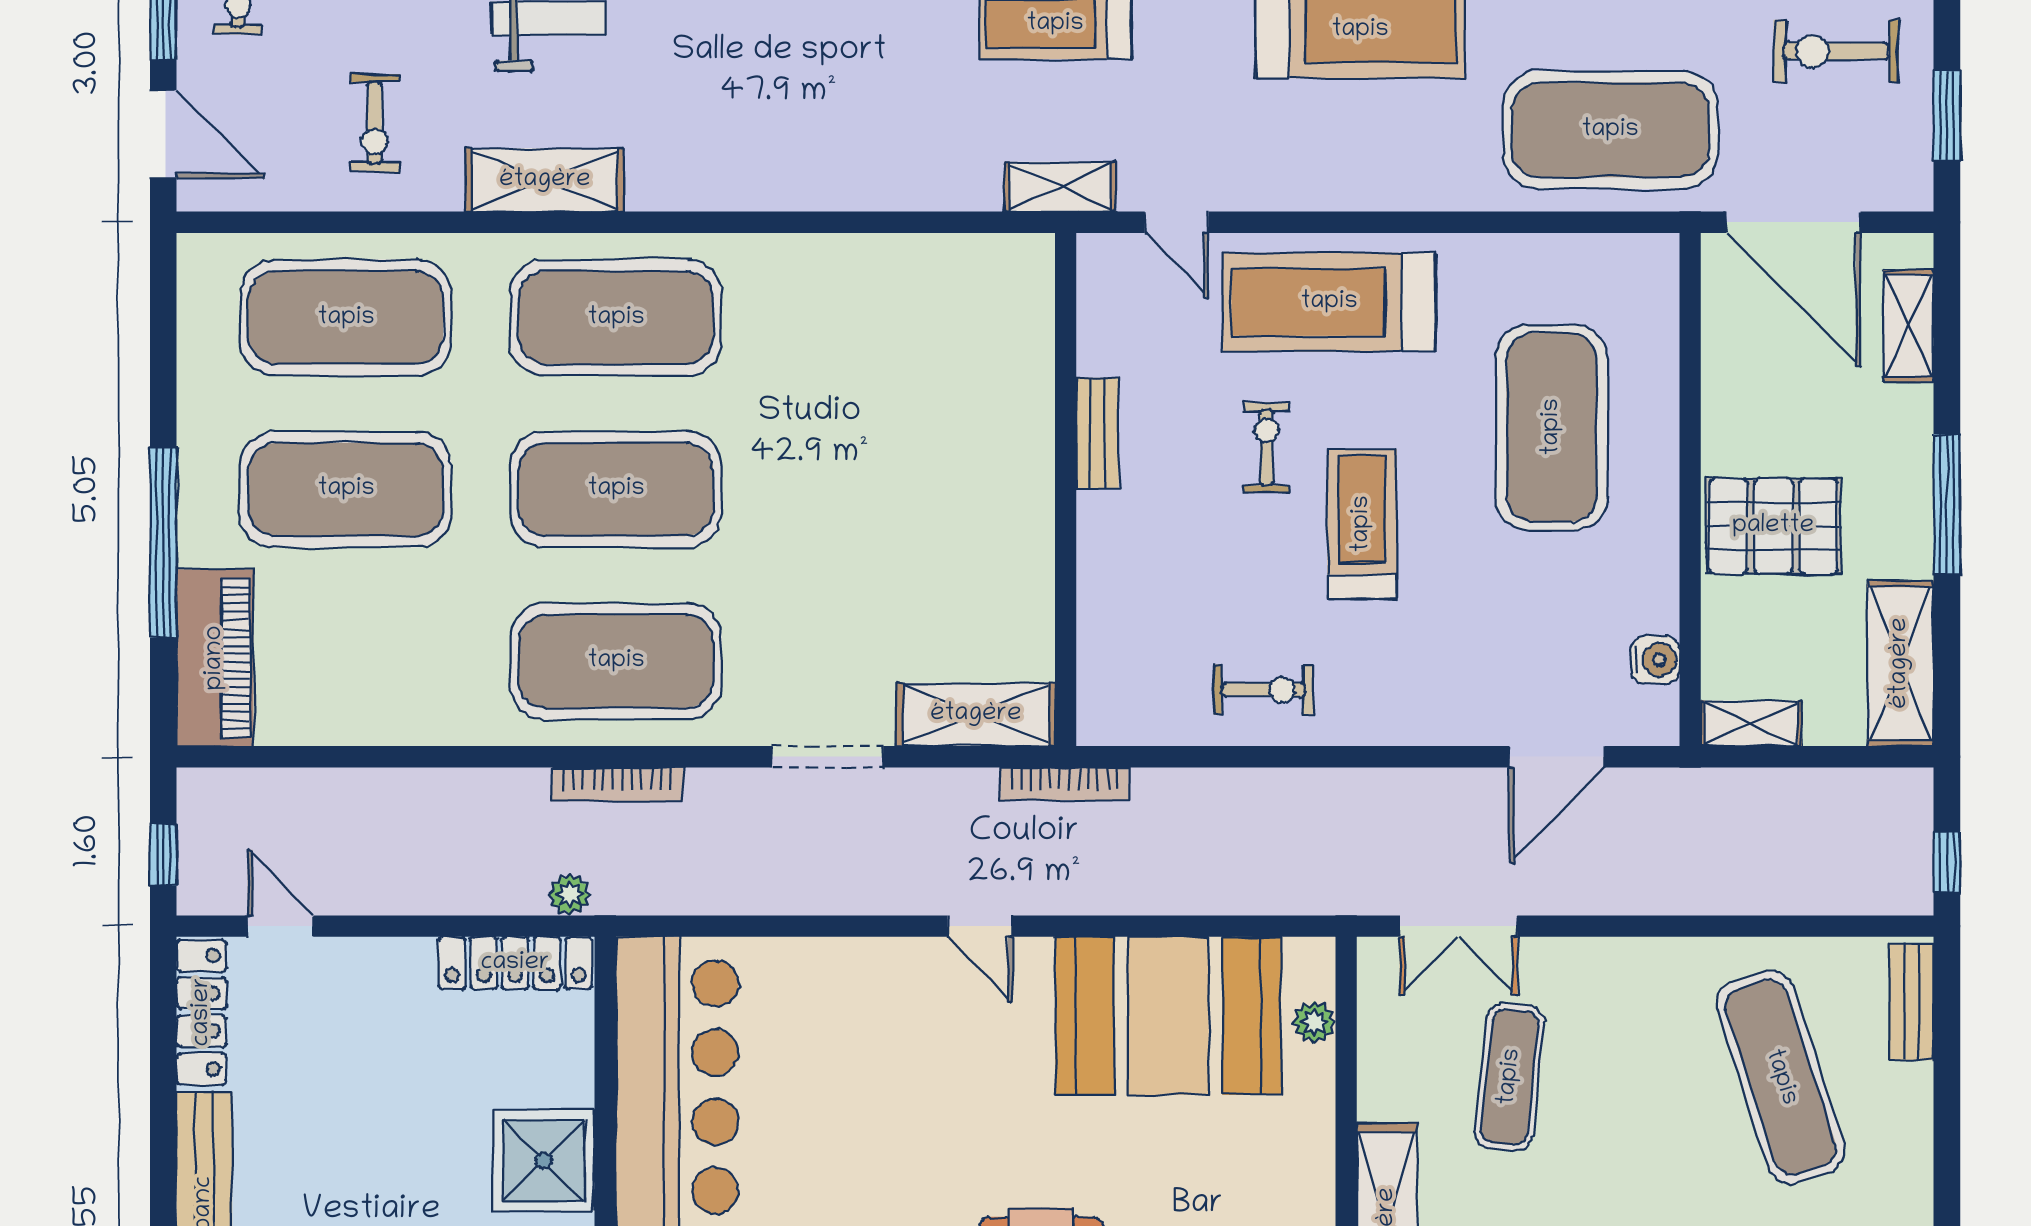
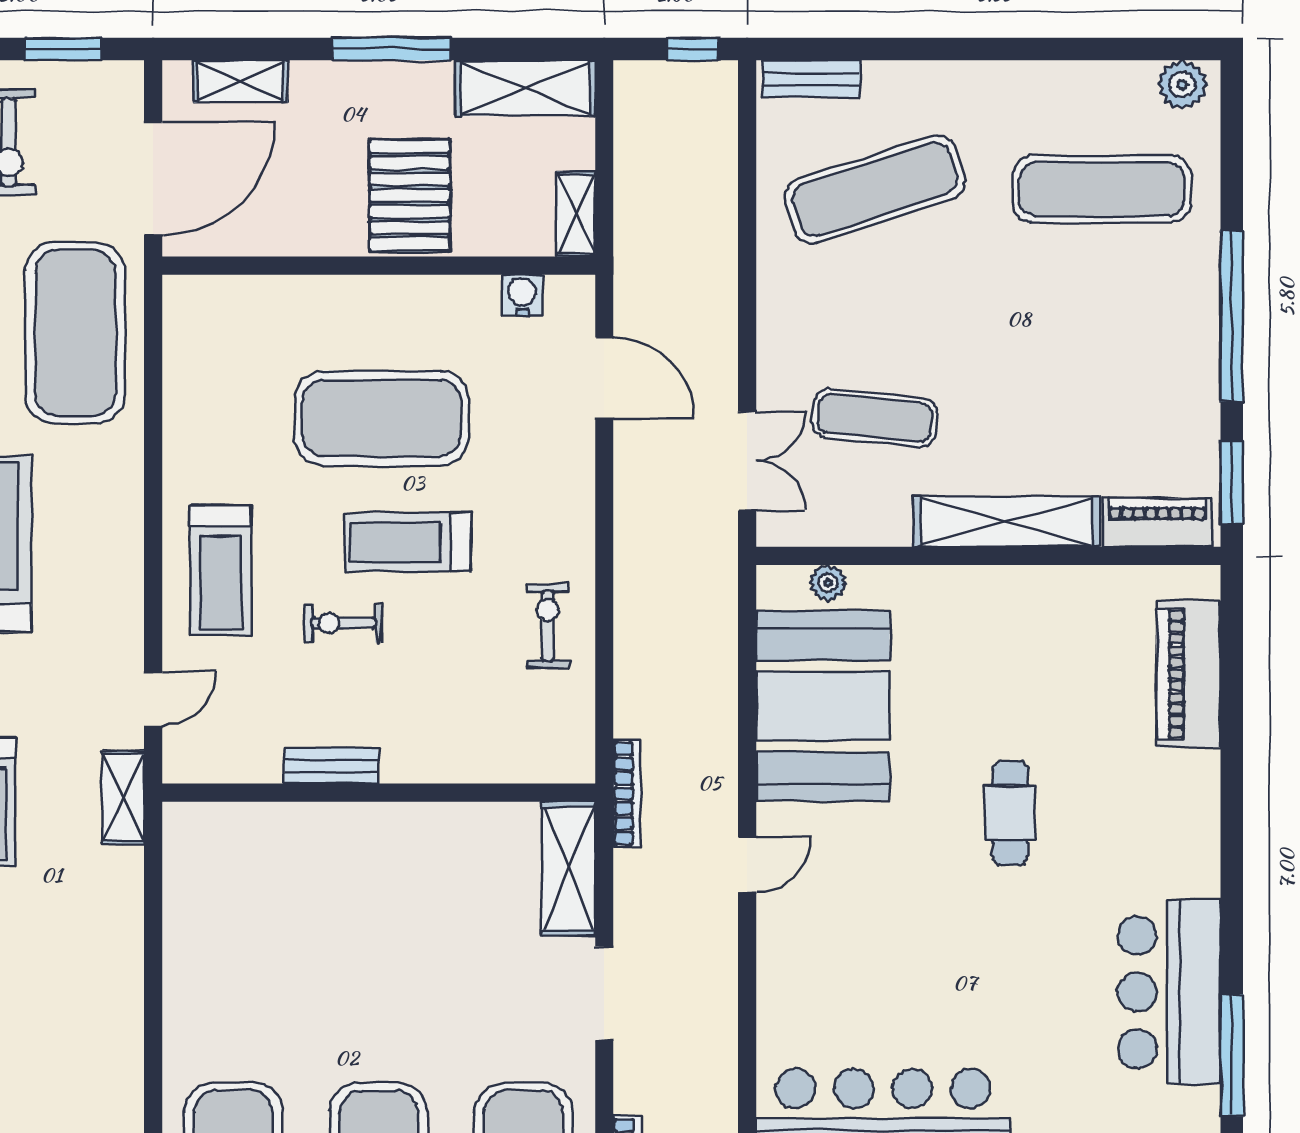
treadmill: (1329, 302) -> (221, 570), width x0.73, depth x0.73
exercise mat: (1552, 427) -> (382, 418), moved

